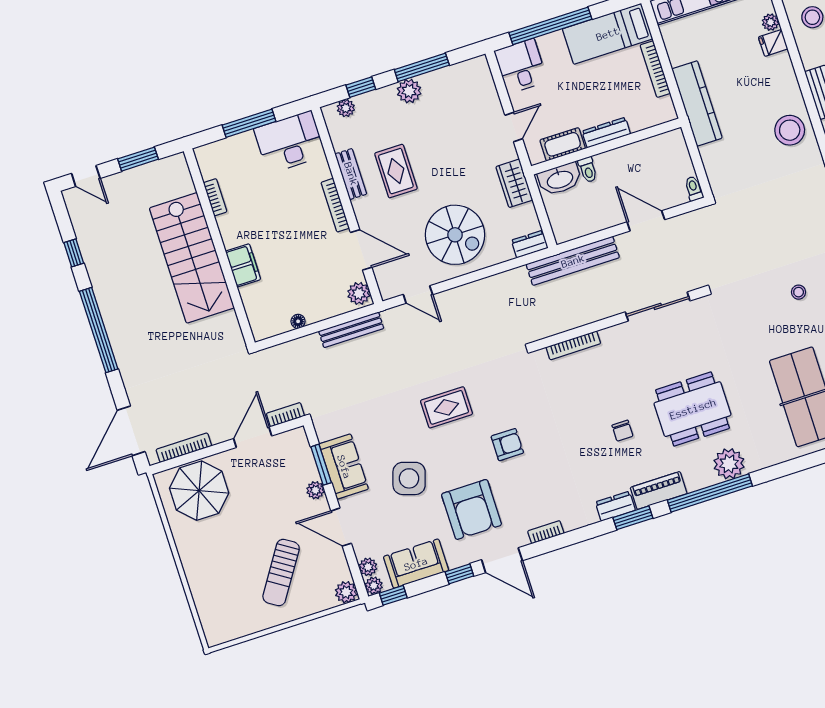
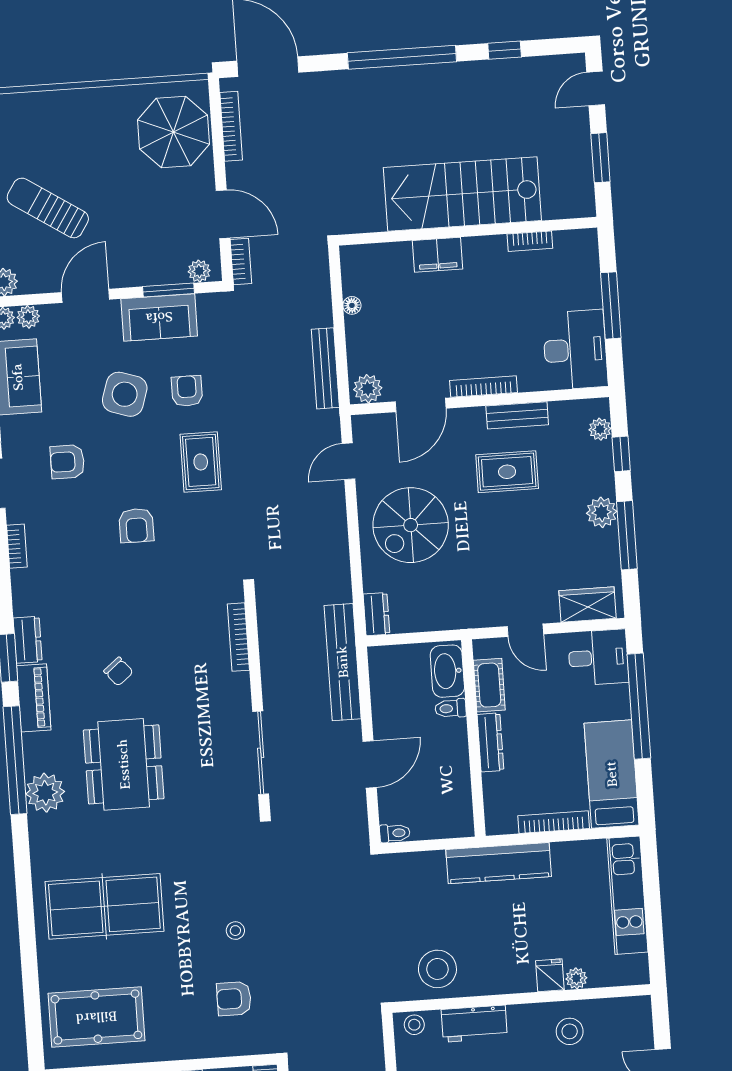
wardrobe: (514, 183) -> (588, 604), moved
armchair: (395, 431) -> (187, 391), added
chair: (622, 431) -> (118, 672), turned -129
plant: (315, 490) -> (199, 271), moved
armchair: (472, 509) -> (67, 462), width x0.53, depth x0.53

